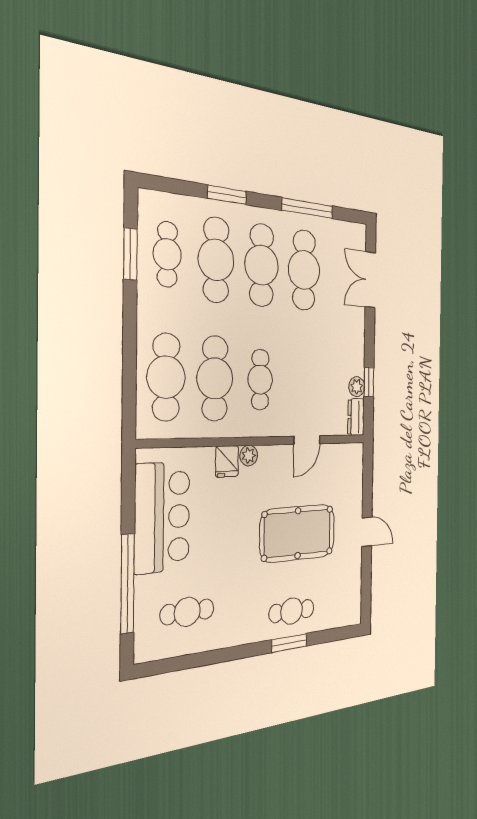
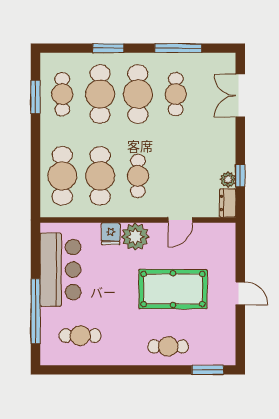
cafe table: (304, 270) -> (176, 94), width x0.73, depth x0.74
plant: (249, 456) -> (135, 237), width x1.88, depth x1.88
window: (289, 643) -> (208, 370), moved

